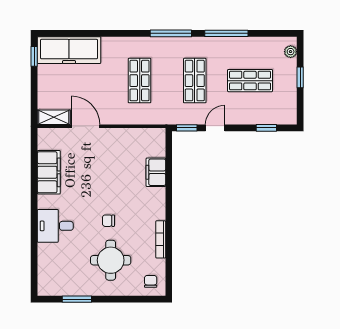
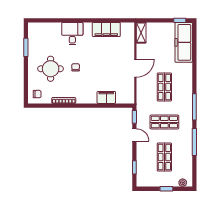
shop shelf: (140, 81) -> (164, 87), turned 90
door: (86, 126) -> (135, 68), moved

